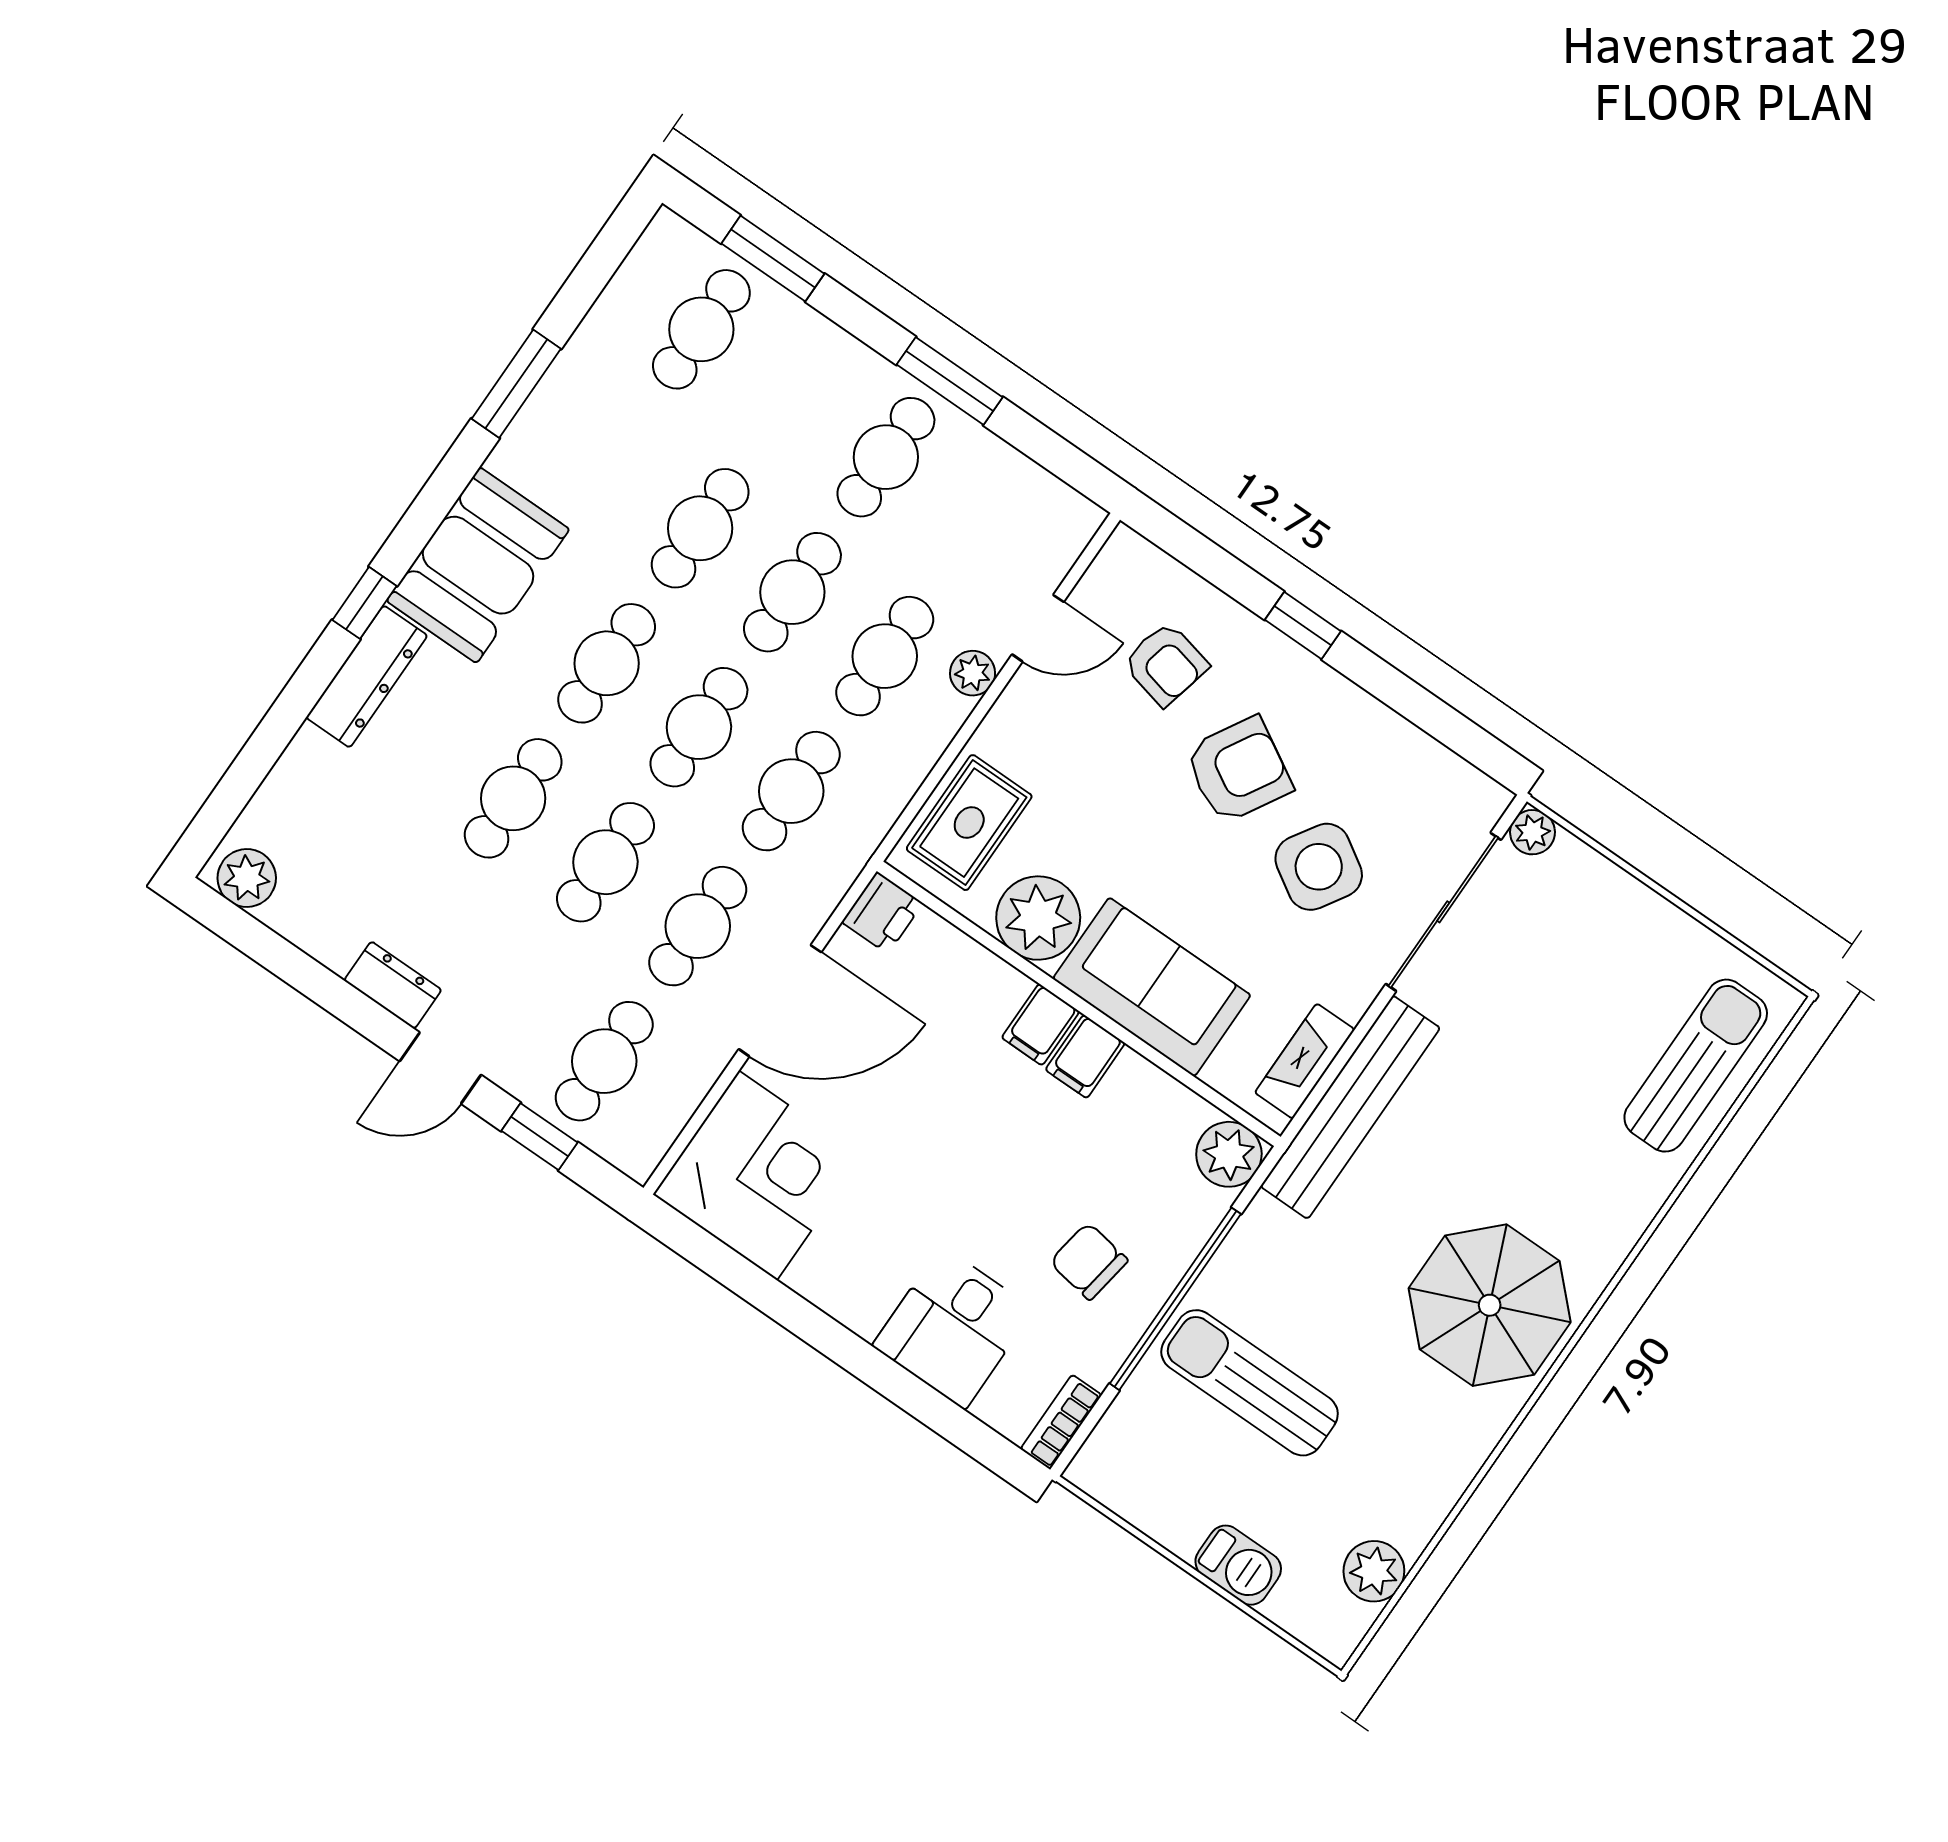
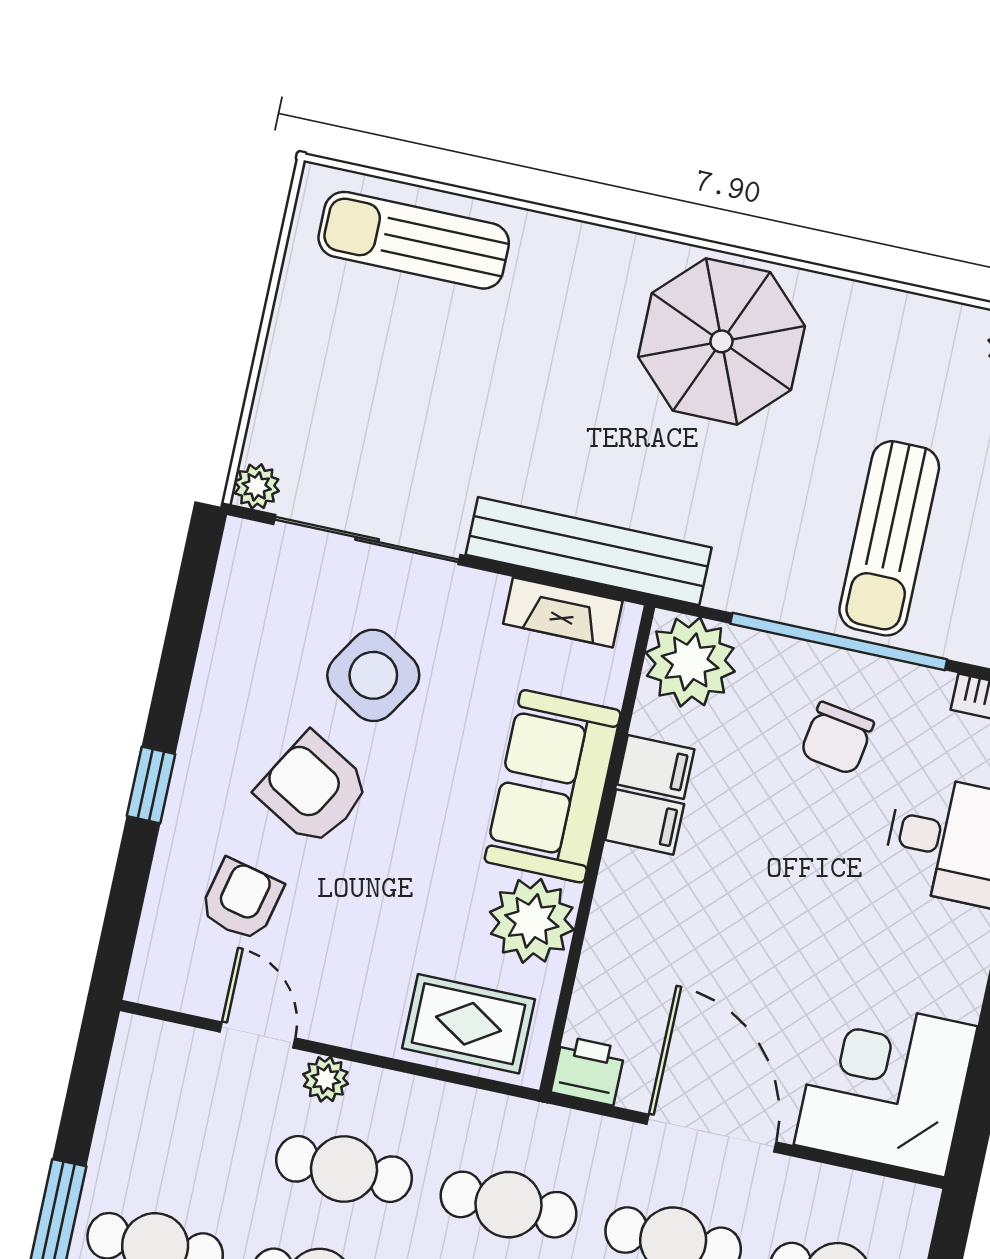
filing cabinet: (1041, 1025) -> (656, 767), moved
plant: (1229, 1154) -> (690, 662), width x1.36, depth x1.36

